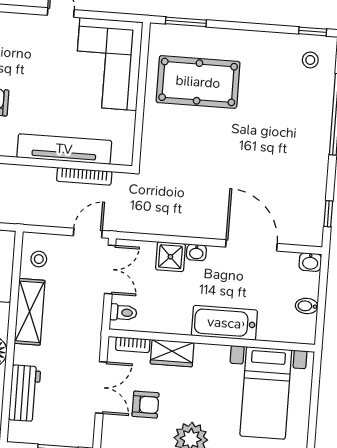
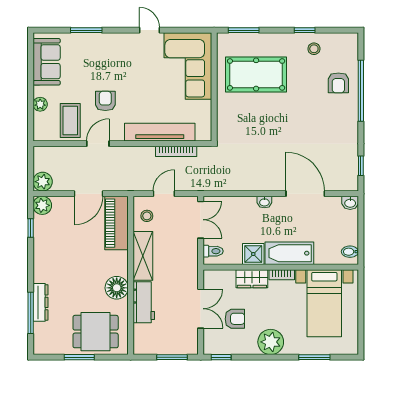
window: (313, 31) -> (305, 30), moved
stool: (310, 60) -> (314, 49), moved
armchair: (307, 101) -> (338, 83), added
door: (88, 233) -> (164, 194), moved
shower: (170, 257) -> (253, 254), moved
bidet: (307, 306) -> (350, 252), moved
bookcase: (133, 345) -> (282, 275), moved
workbench: (25, 393) -> (144, 302), moved

